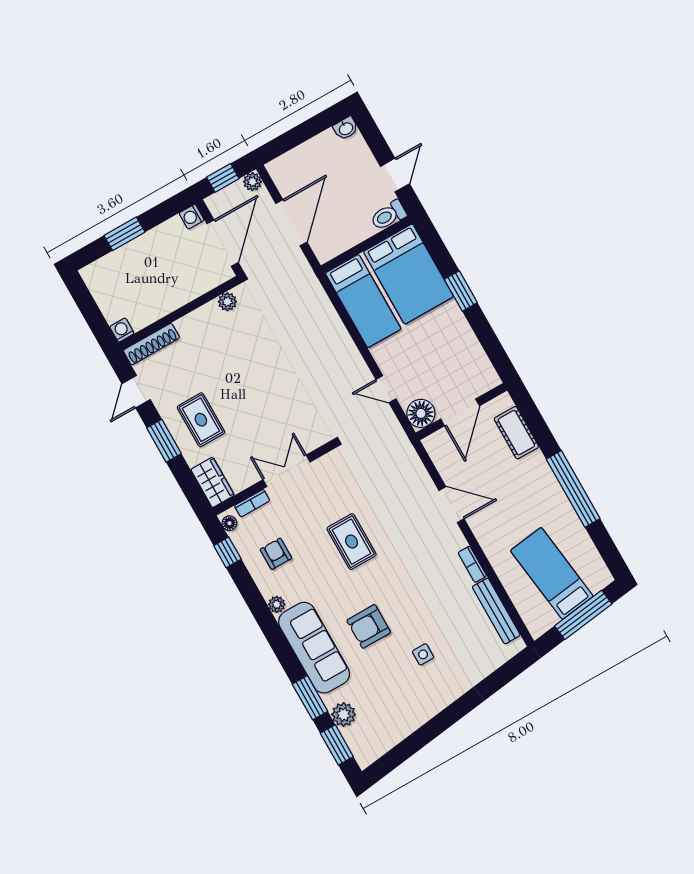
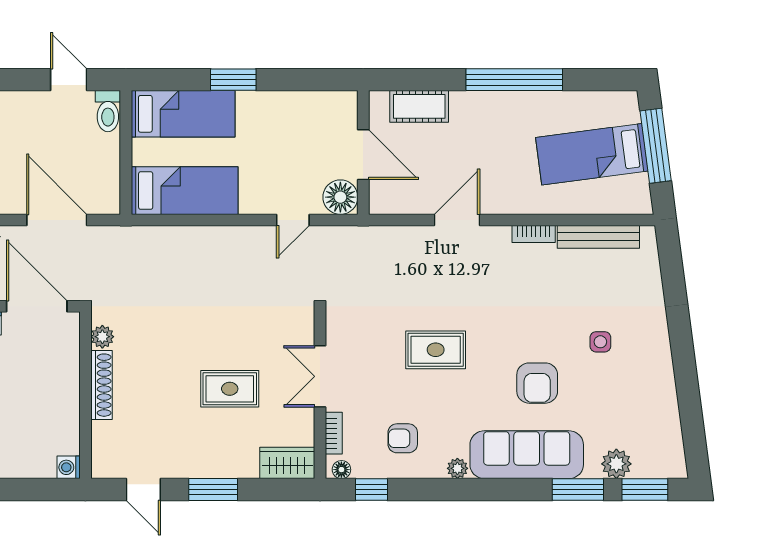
bed: (408, 274) -> (183, 114), width x0.67
shoe rack: (151, 344) -> (102, 385), moved
rug: (201, 420) -> (230, 389), moved

